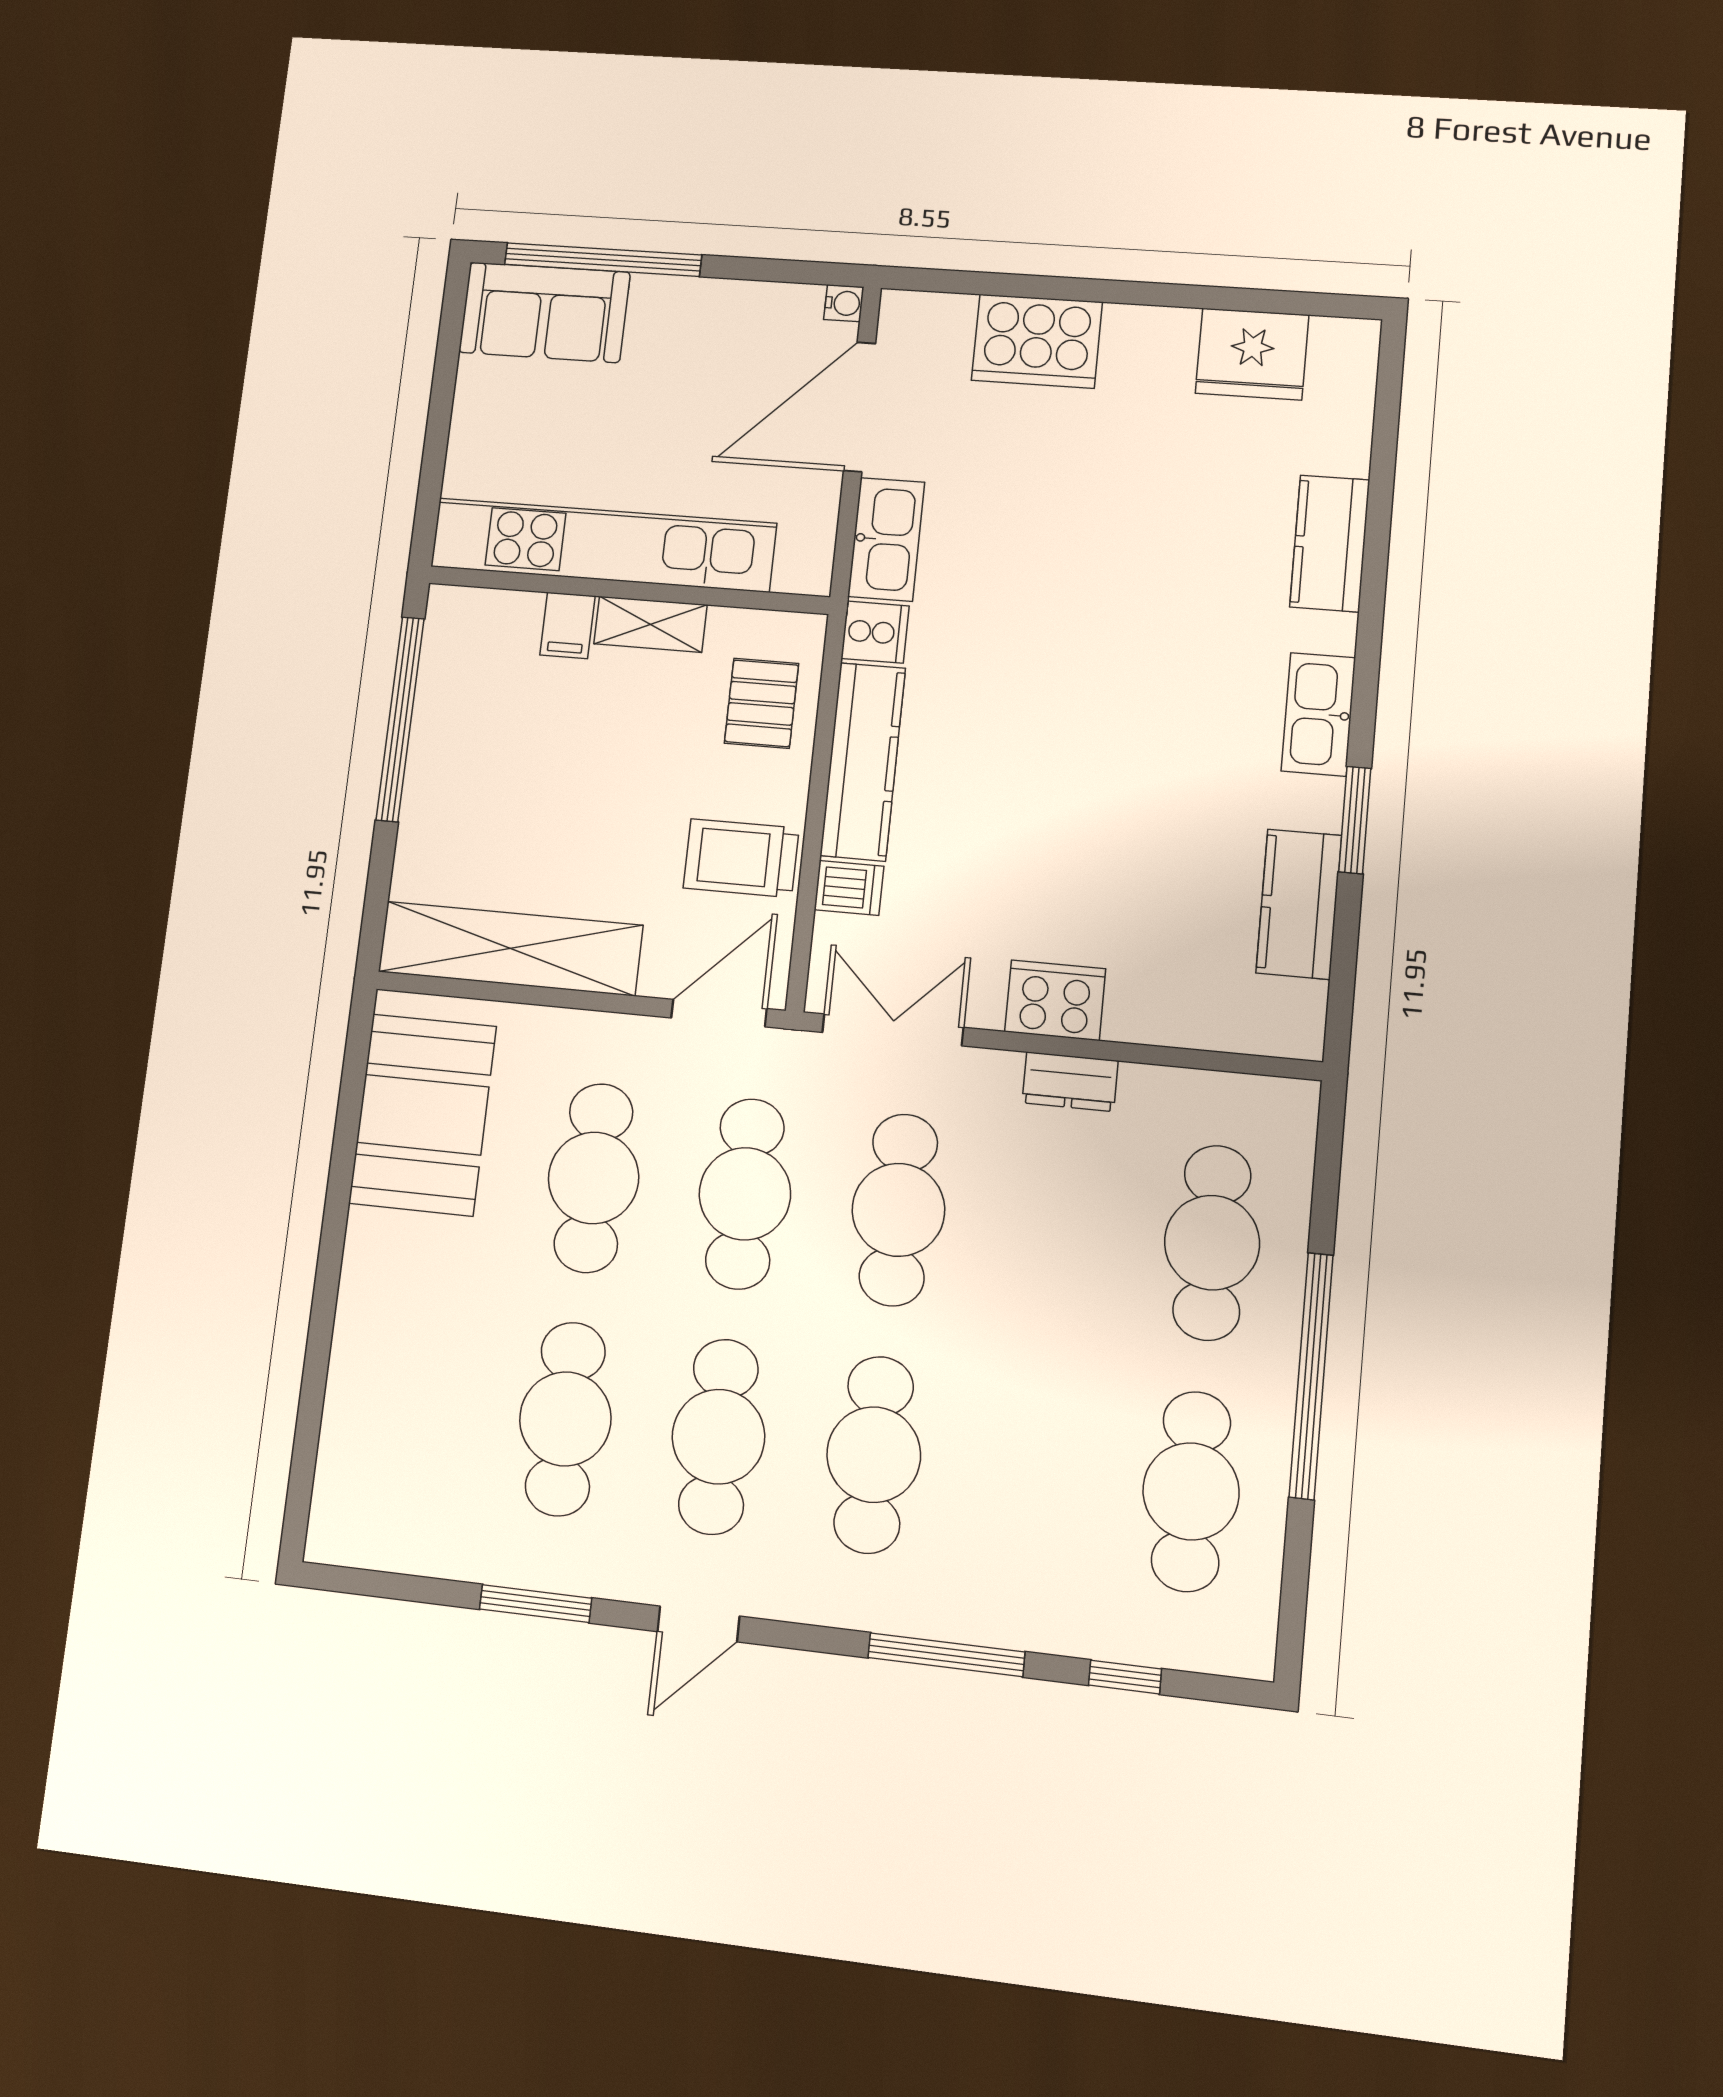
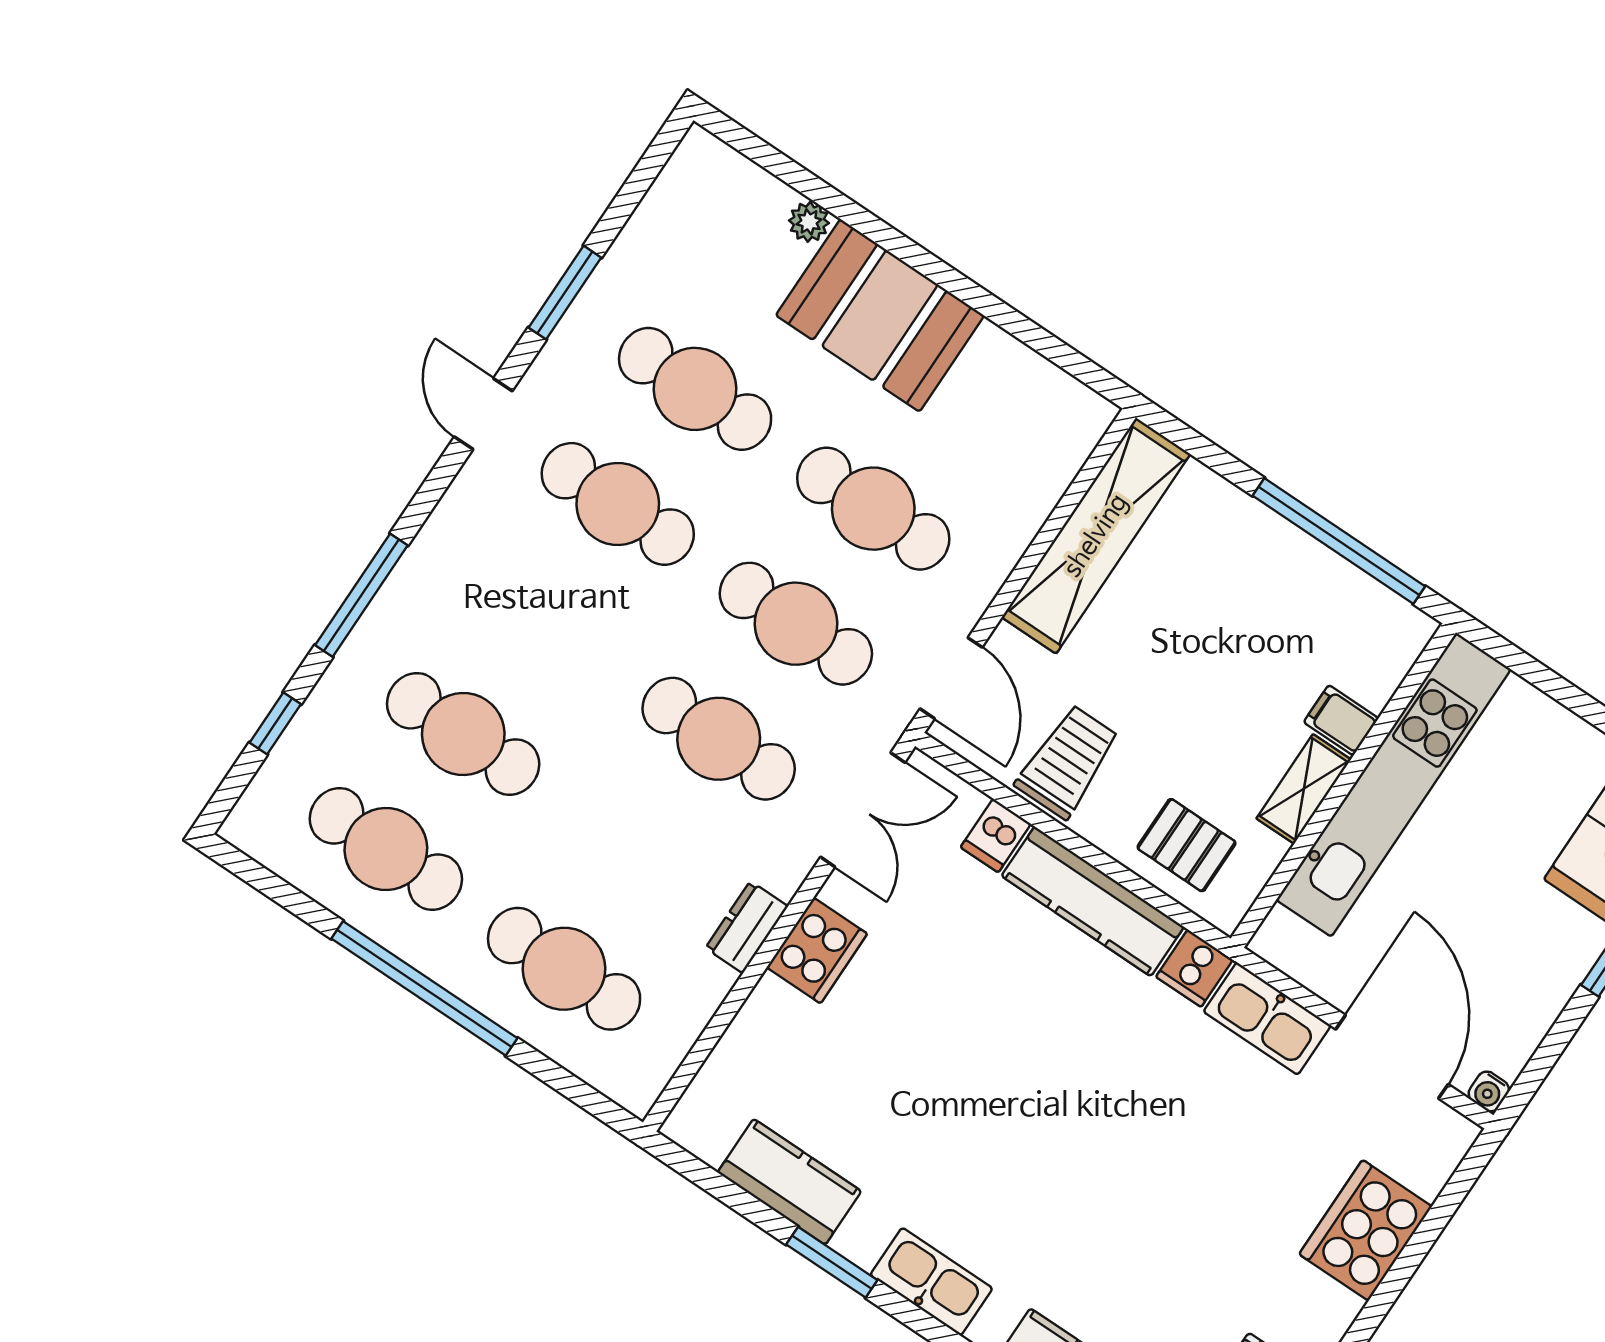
booth: (423, 1115) -> (880, 315), moved
plant: (346, 1392) -> (809, 222), added
cafe table: (874, 1455) -> (463, 734), moved

